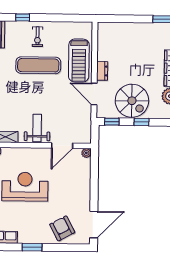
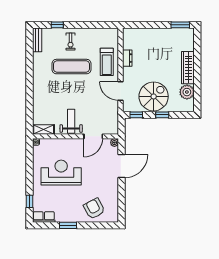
treadmill: (79, 61) -> (107, 62), width x0.73, depth x0.73
dresser: (102, 71) -> (127, 58), moved
spiral stairs: (132, 101) -> (154, 96), turned -90
door: (94, 225) -> (122, 166), moved

